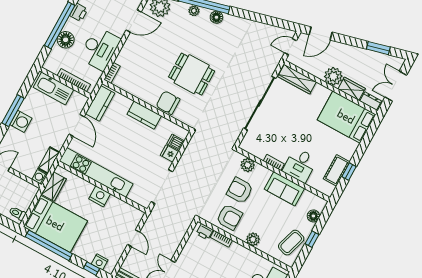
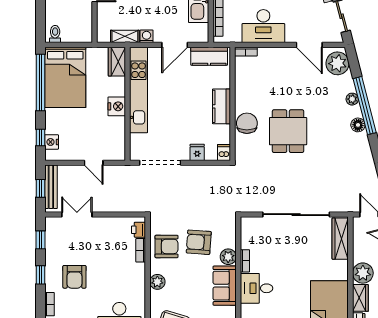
dishwasher: (176, 142) -> (224, 152), moved
plant: (248, 165) -> (228, 257), moved
washing machine: (40, 177) -> (147, 36), moved
wardrobe: (54, 187) -> (117, 62), moved, turned 90
armchair: (240, 190) -> (199, 242), turned -86
armchair: (229, 217) -> (166, 246), turned -90
door: (134, 238) -> (94, 163), hinge flipped

